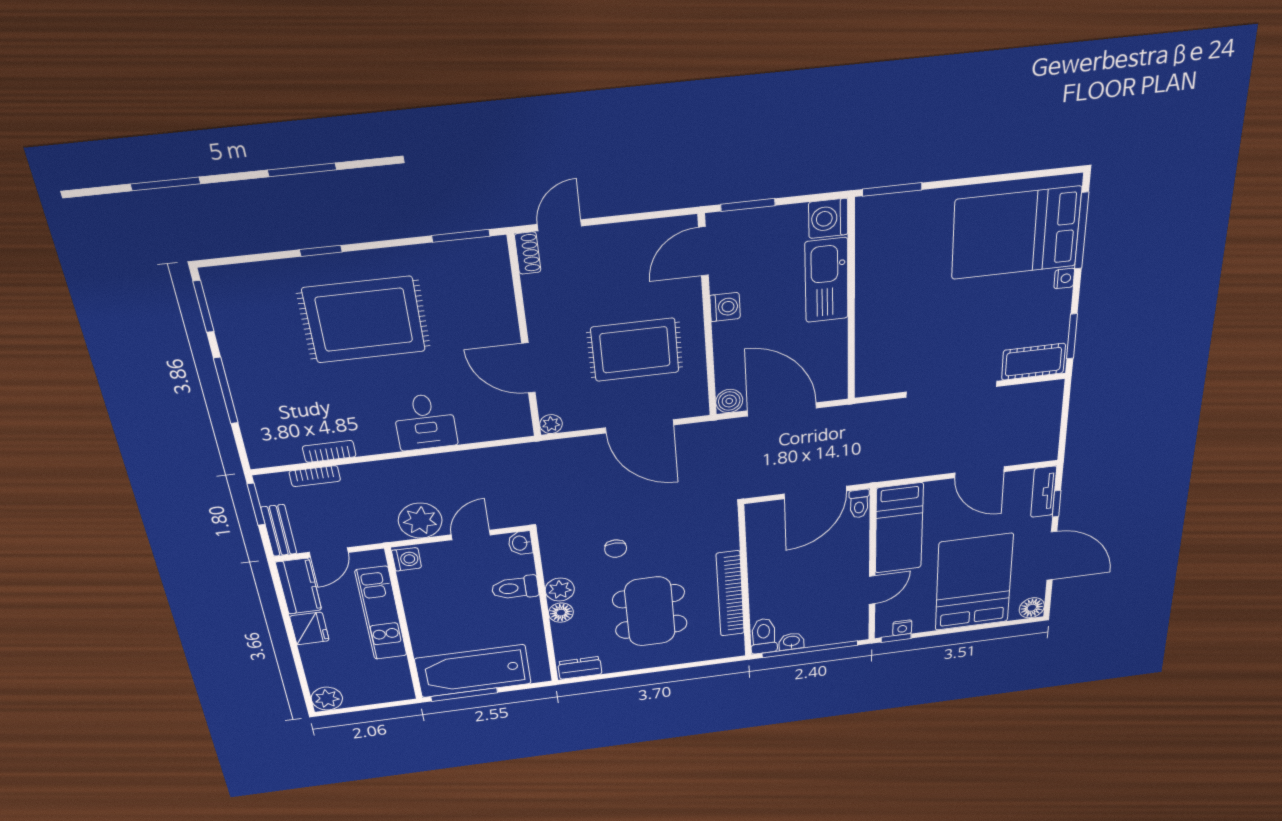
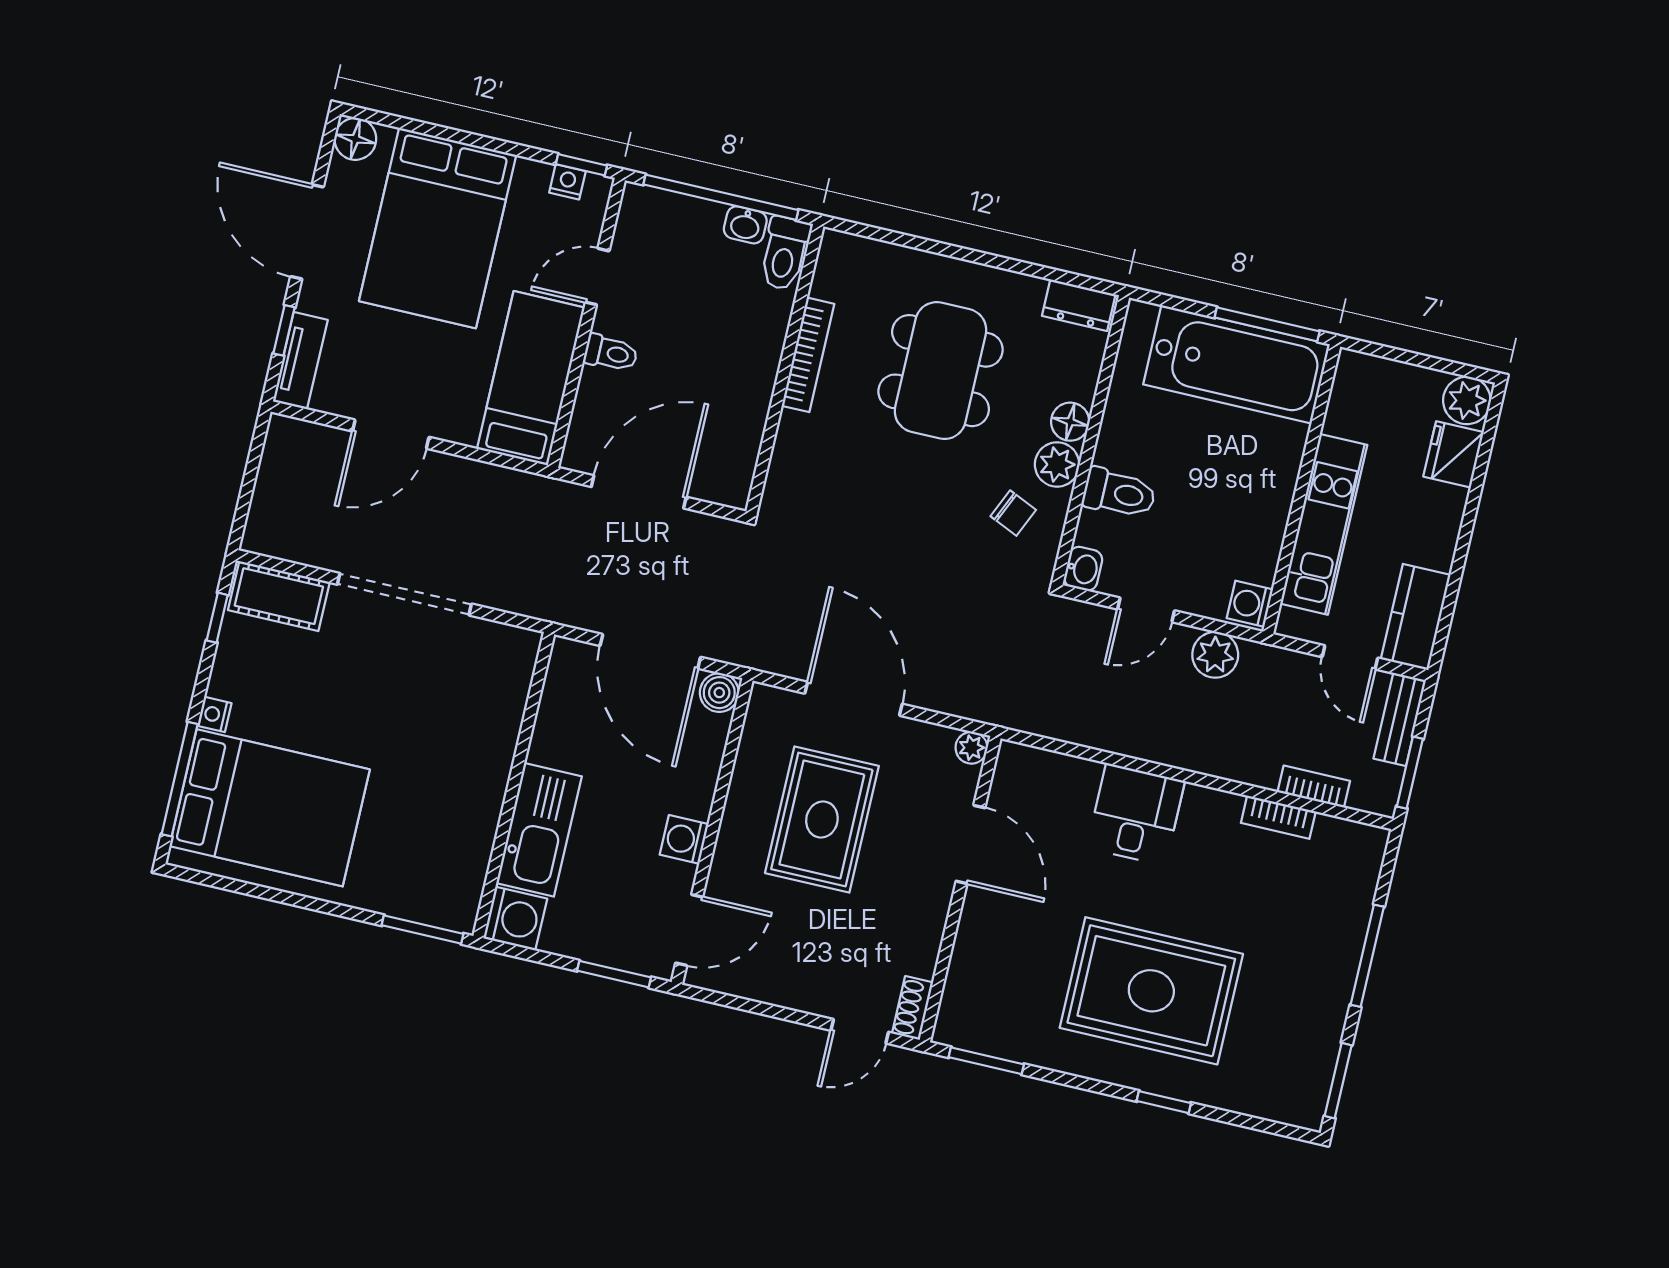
window: (1072, 336) -> (217, 618), width x0.67
rug: (635, 350) -> (822, 820), turned 90
door: (979, 472) -> (391, 434), swing flipped
toilet: (859, 504) -> (611, 353), moved, turned 90
plant: (420, 521) -> (1215, 655), width x0.73, depth x0.73
chair: (616, 549) -> (1013, 513), moved, turned 114
door: (329, 552) -> (1350, 657), swing flipped
bookcase: (730, 594) -> (808, 355), width x0.68, depth x0.76
fridge: (309, 628) -> (1453, 454), moved

